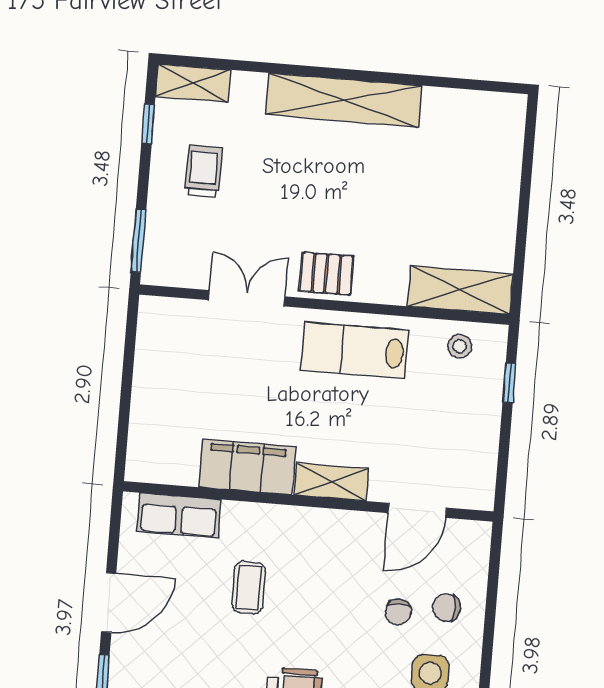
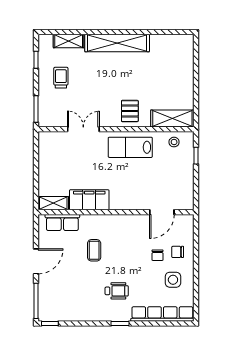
shelving: (193, 83) -> (69, 41), moved
pallet: (326, 274) -> (130, 111), moved, turned 90
shelving: (332, 482) -> (53, 203), moved

